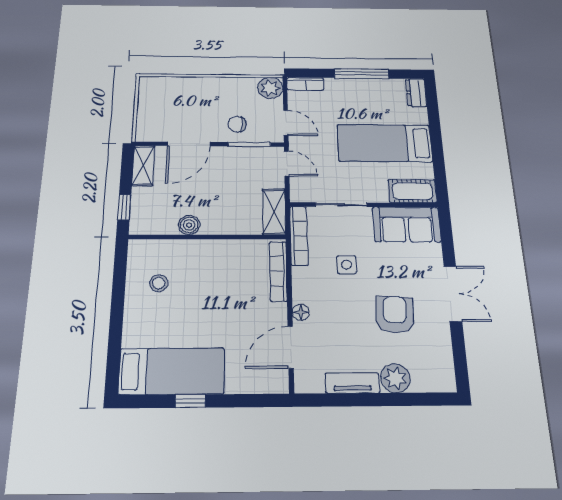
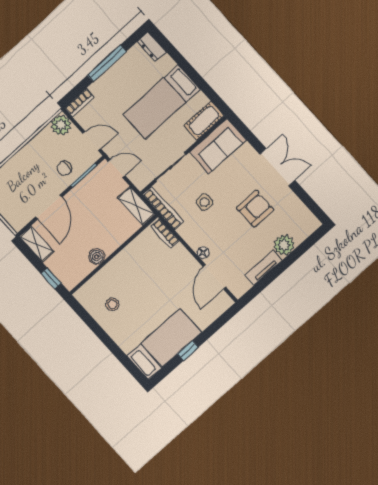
bookcase: (278, 271) -> (165, 233), width x0.64
armchair: (395, 315) -> (255, 209), turned 87

